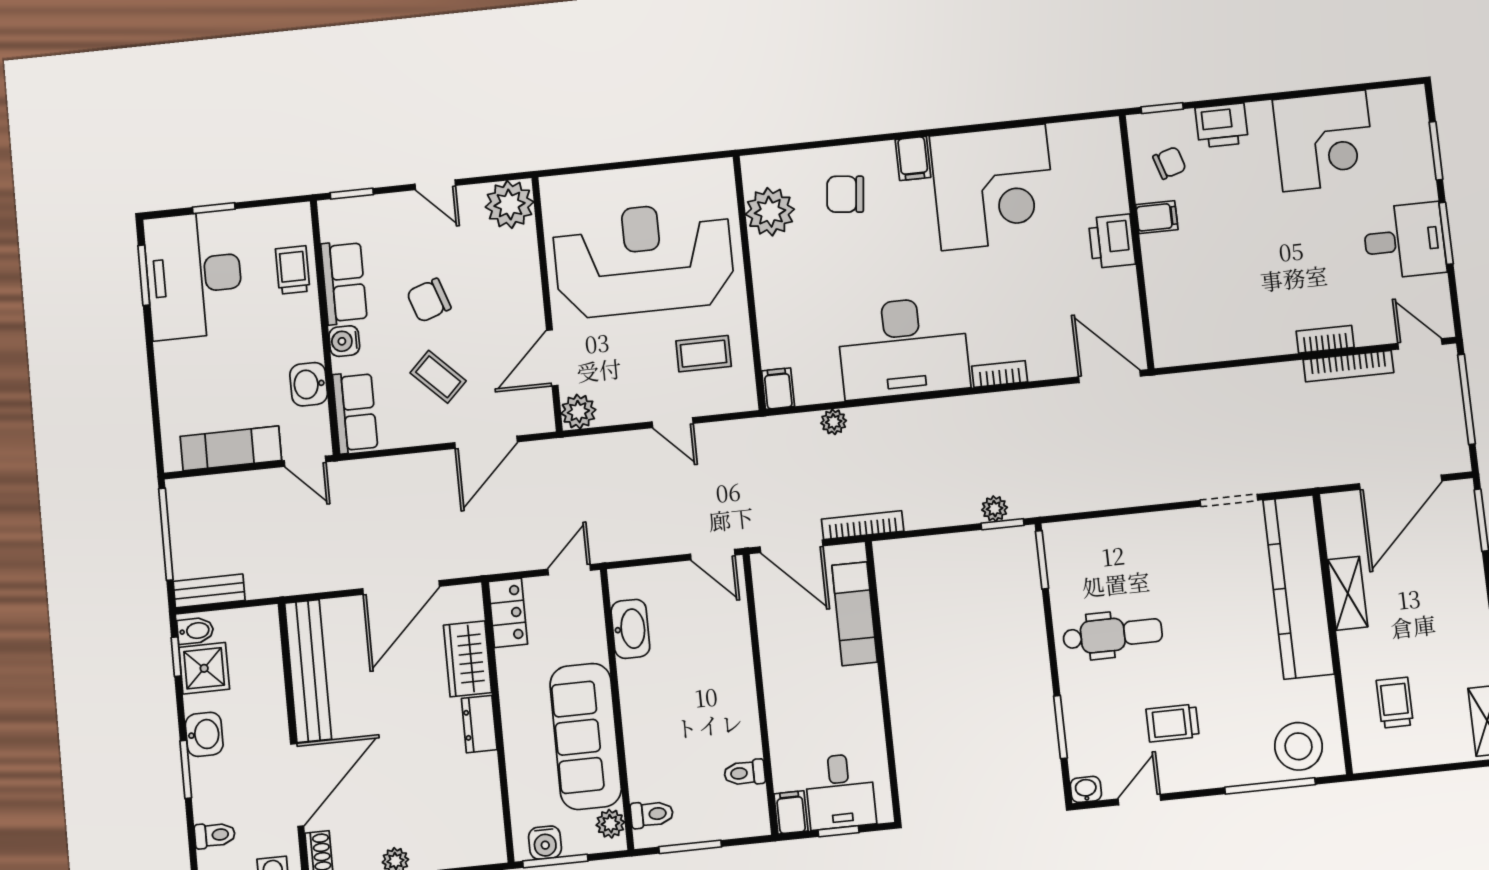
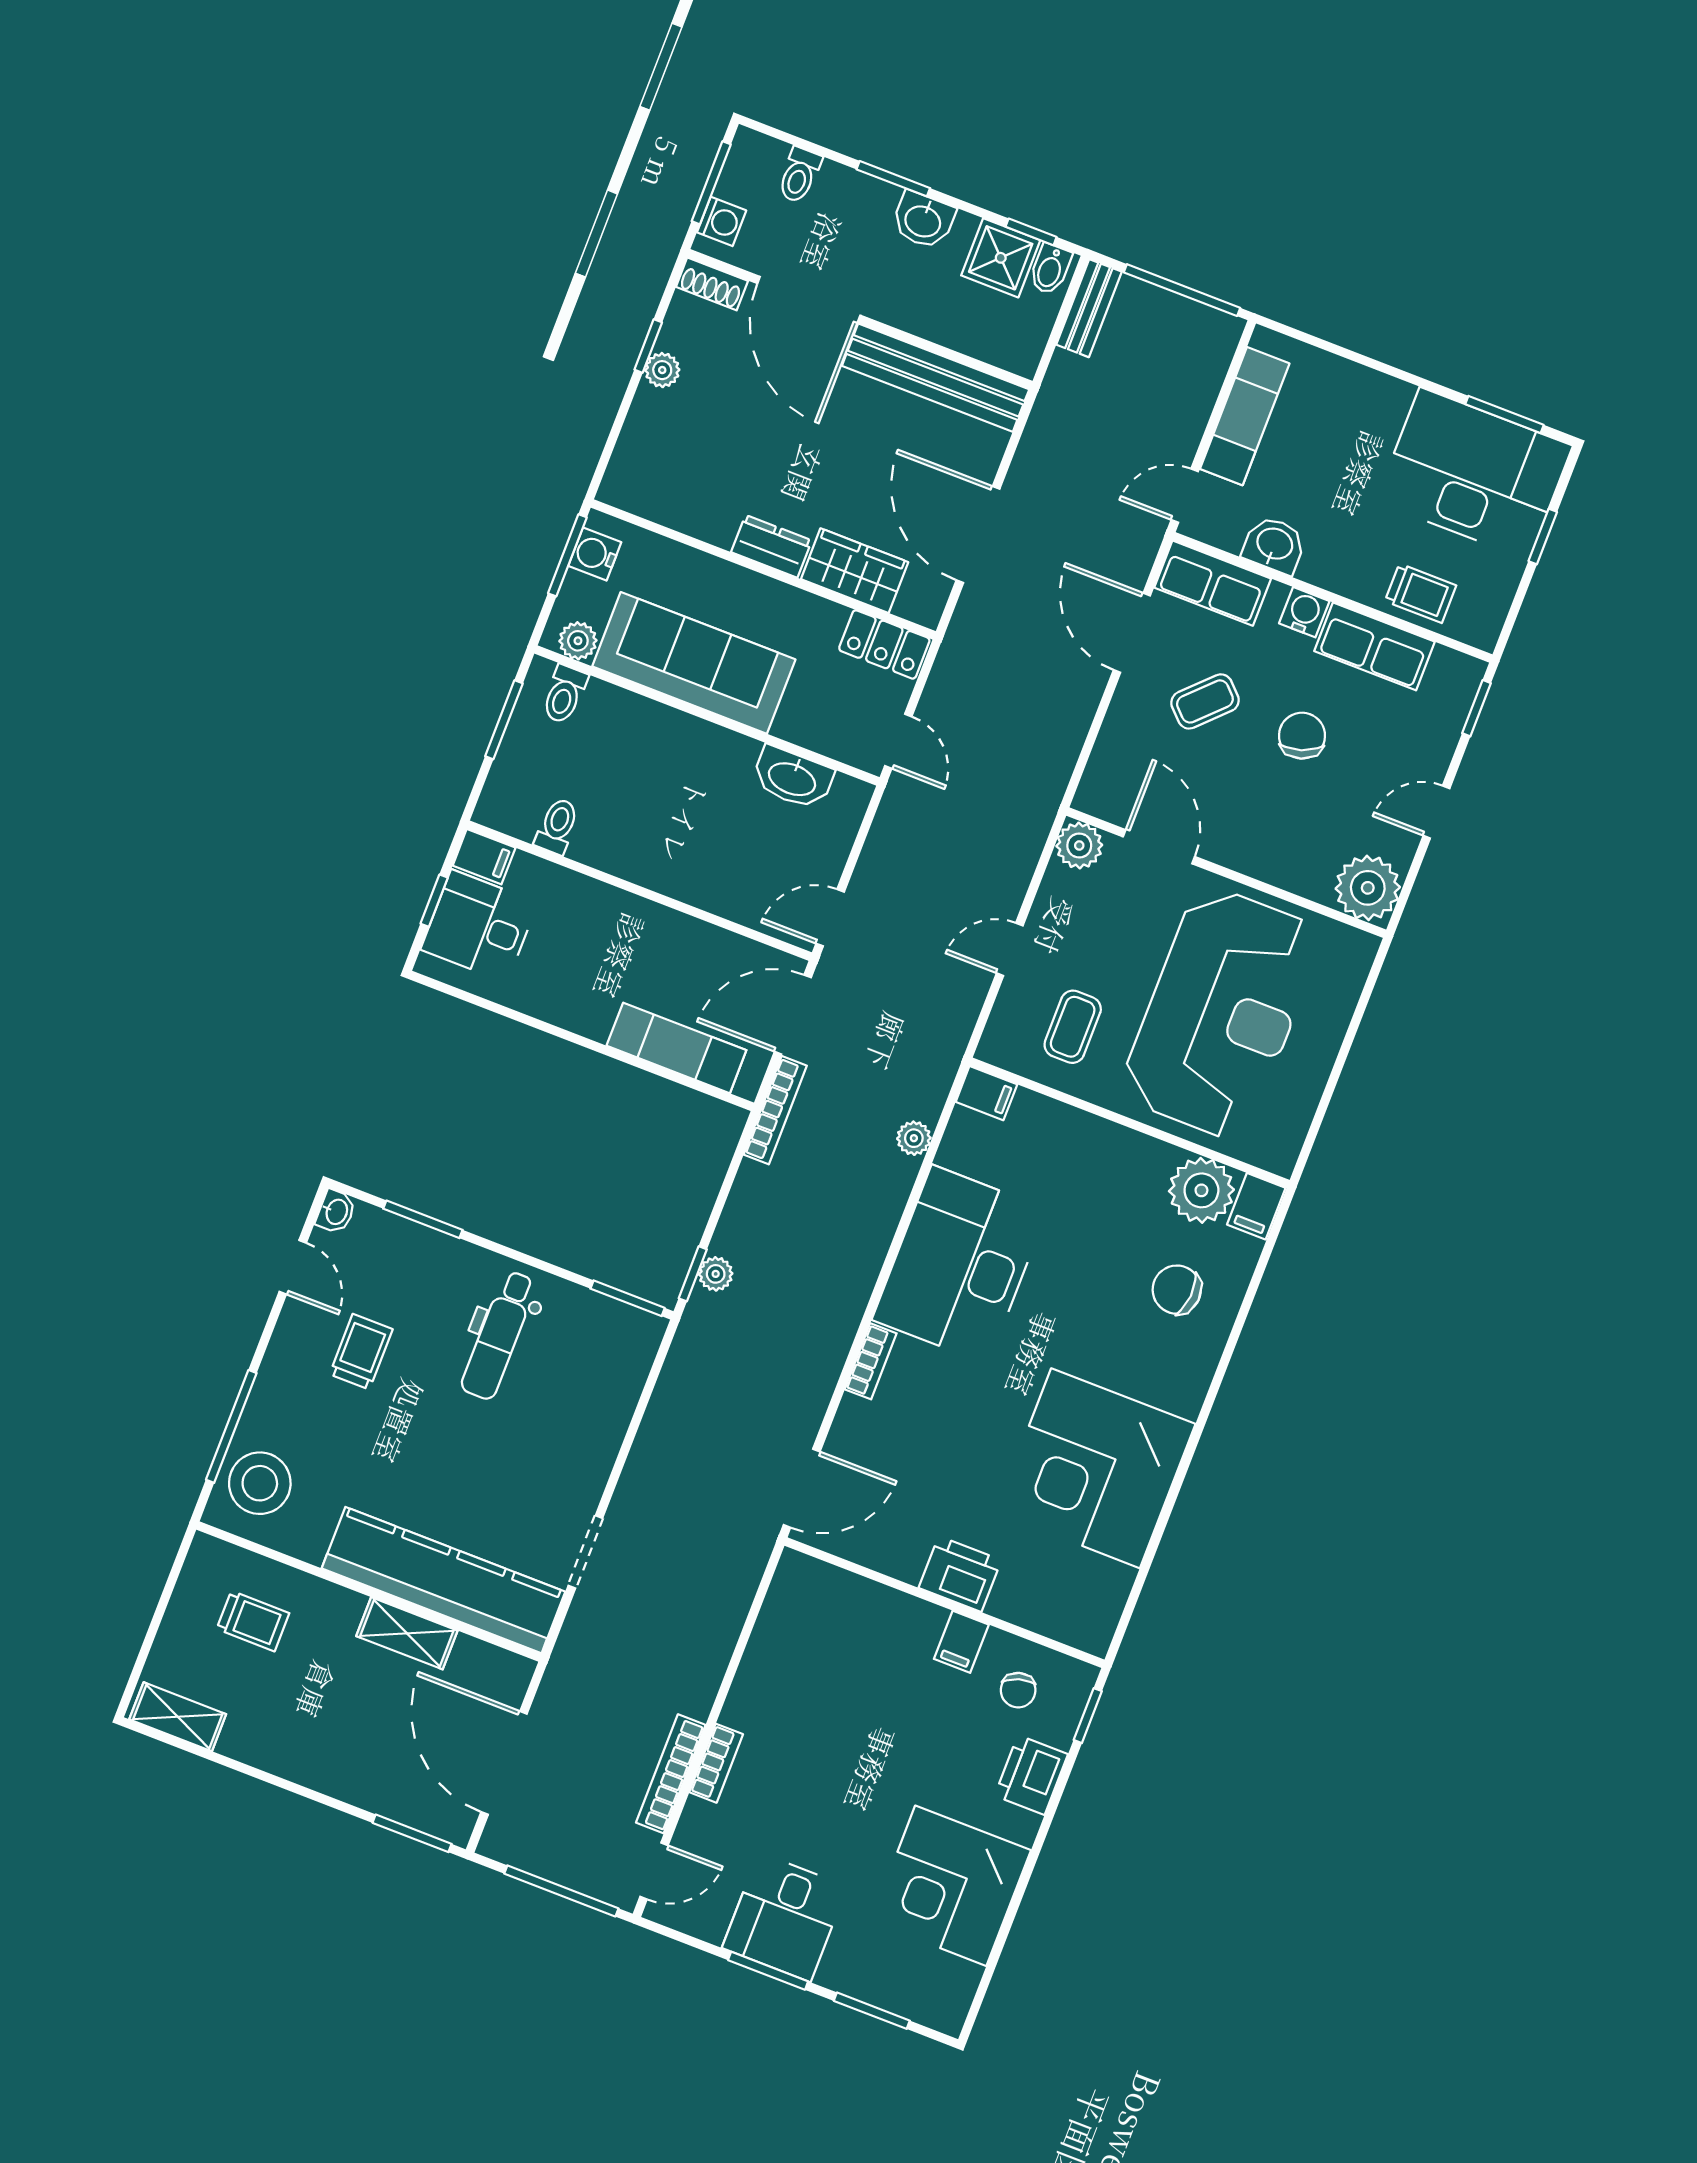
filing cabinet: (913, 158) -> (1256, 1206), moved, turned -90
chair: (845, 194) -> (1177, 1290), turned -92
door: (486, 442) -> (1132, 633), moved

